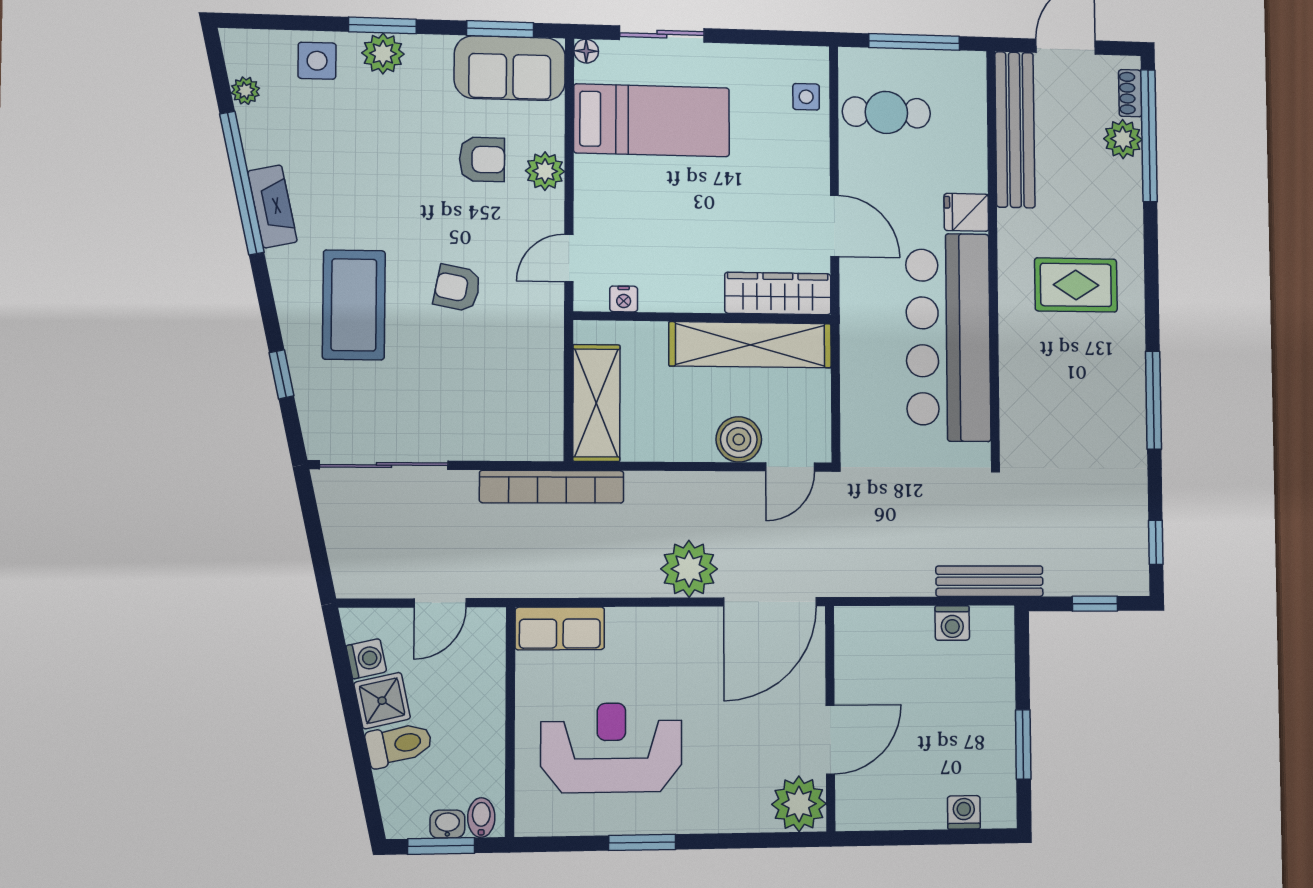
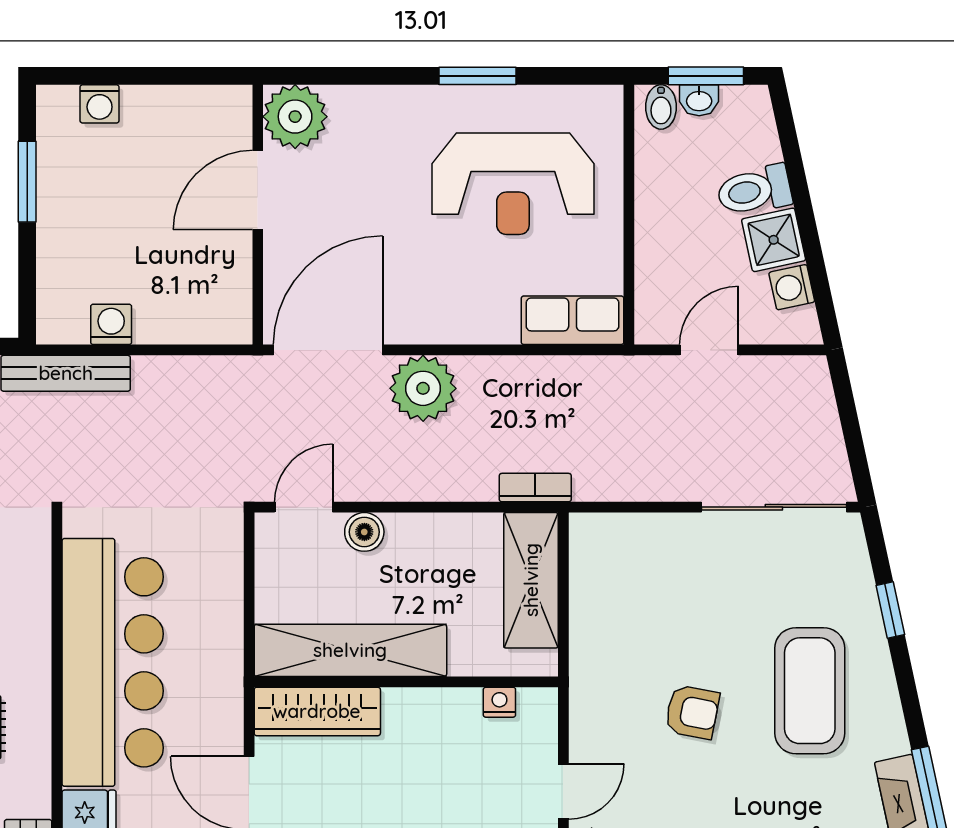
door: (569, 258) -> (563, 791), moved
boiler: (739, 439) -> (364, 532), width x0.73, depth x0.73
bookcase: (552, 487) -> (535, 488), width x0.43, depth x0.76

